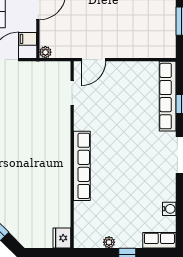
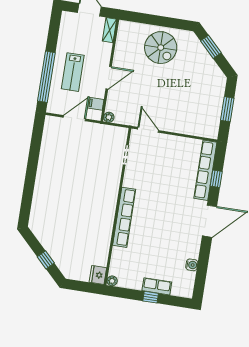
door: (93, 60) -> (148, 130), swing flipped
row of seats: (159, 240) -> (157, 286), moved
plant: (109, 242) -> (112, 281), moved

